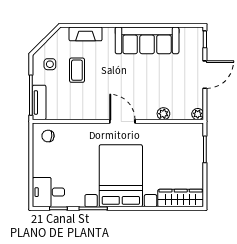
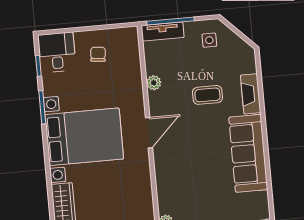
fireplace: (86, 34) -> (251, 94), moved
coffee table: (77, 70) -> (207, 95), moved
plant: (163, 114) -> (154, 83), moved
chair: (48, 136) -> (98, 54), moved

